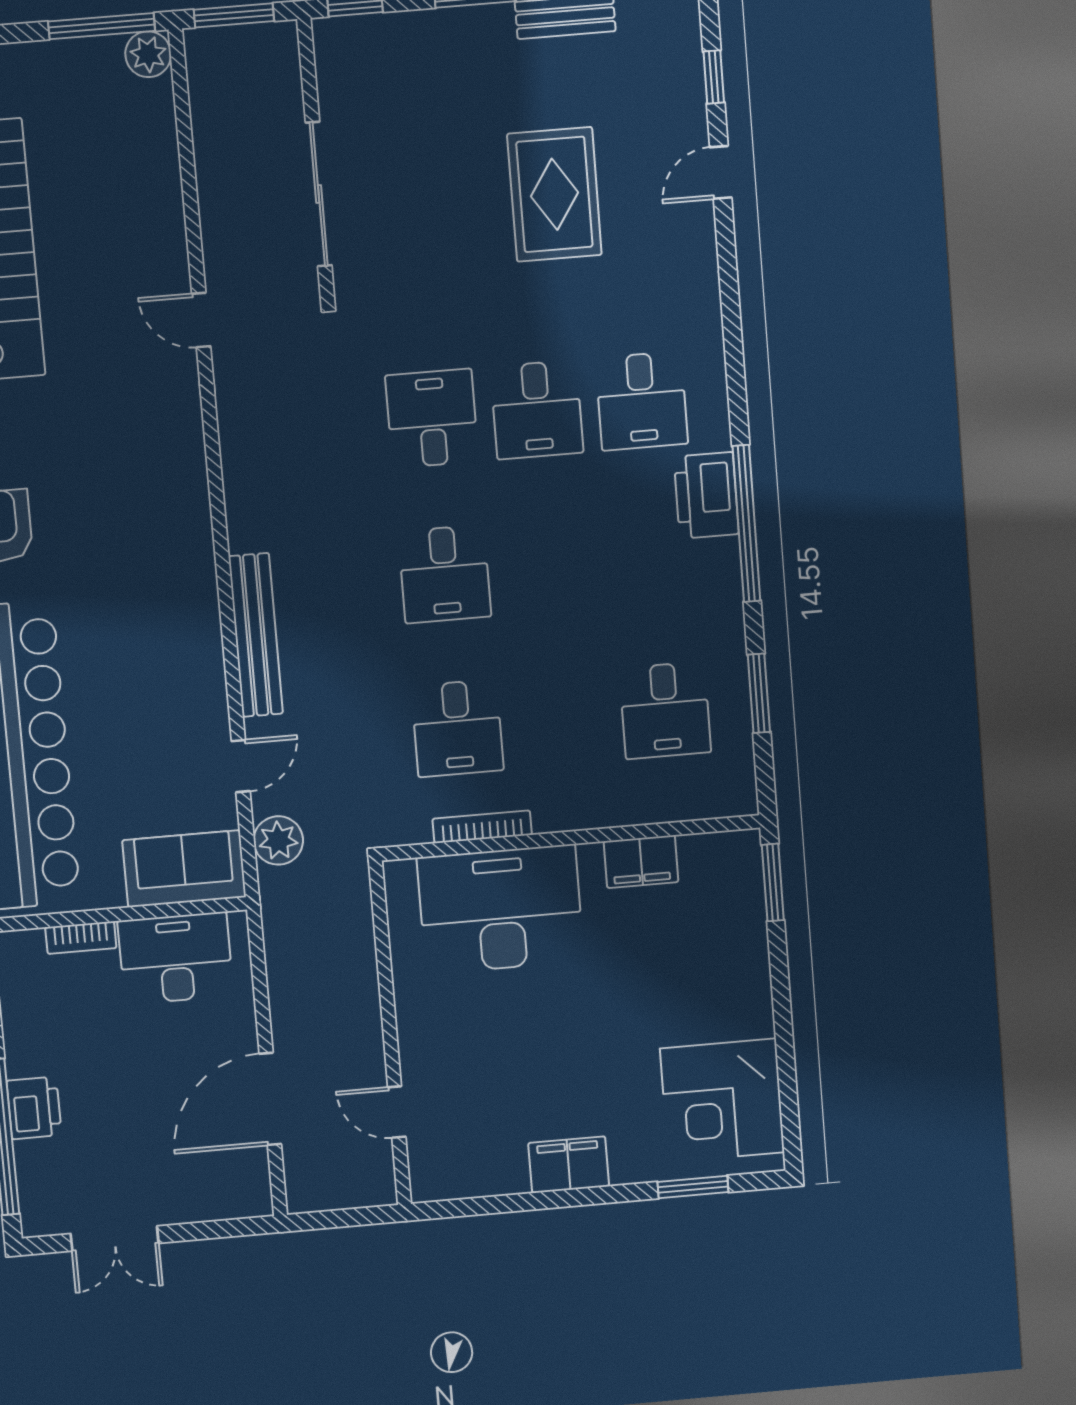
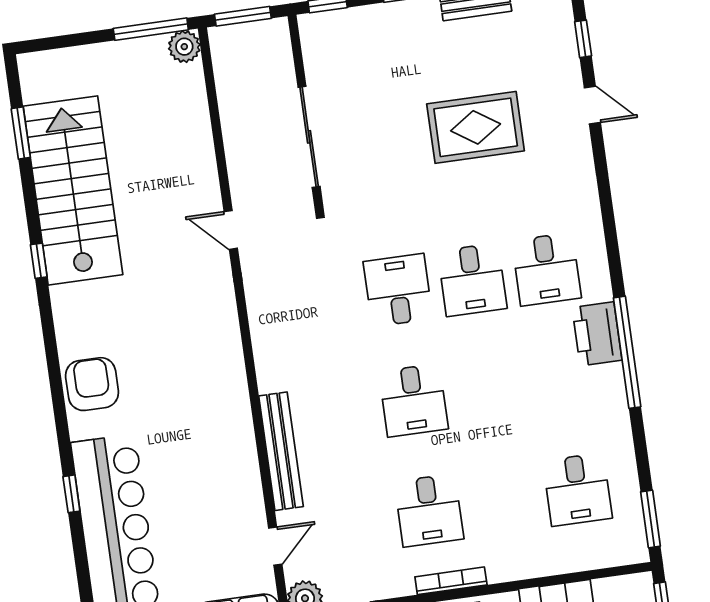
door: (721, 172) -> (592, 105), swing flipped
rug: (554, 194) -> (476, 127), turned 90
window: (759, 693) -> (651, 519), moved

